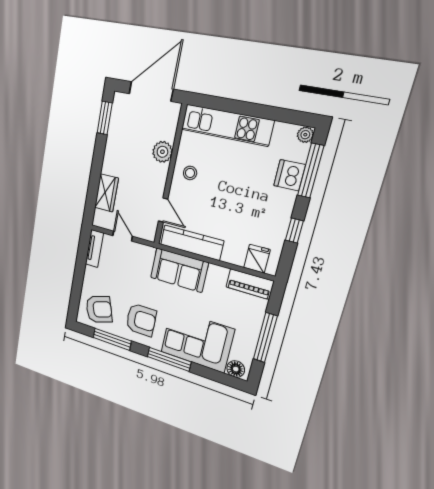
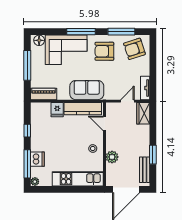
window: (105, 118) -> (153, 155), moved
bench: (117, 120) -> (145, 170), added
wardrobe: (106, 193) -> (143, 113), moved
door: (123, 236) -> (127, 101), swing flipped
fridge: (257, 259) -> (57, 110), moved

